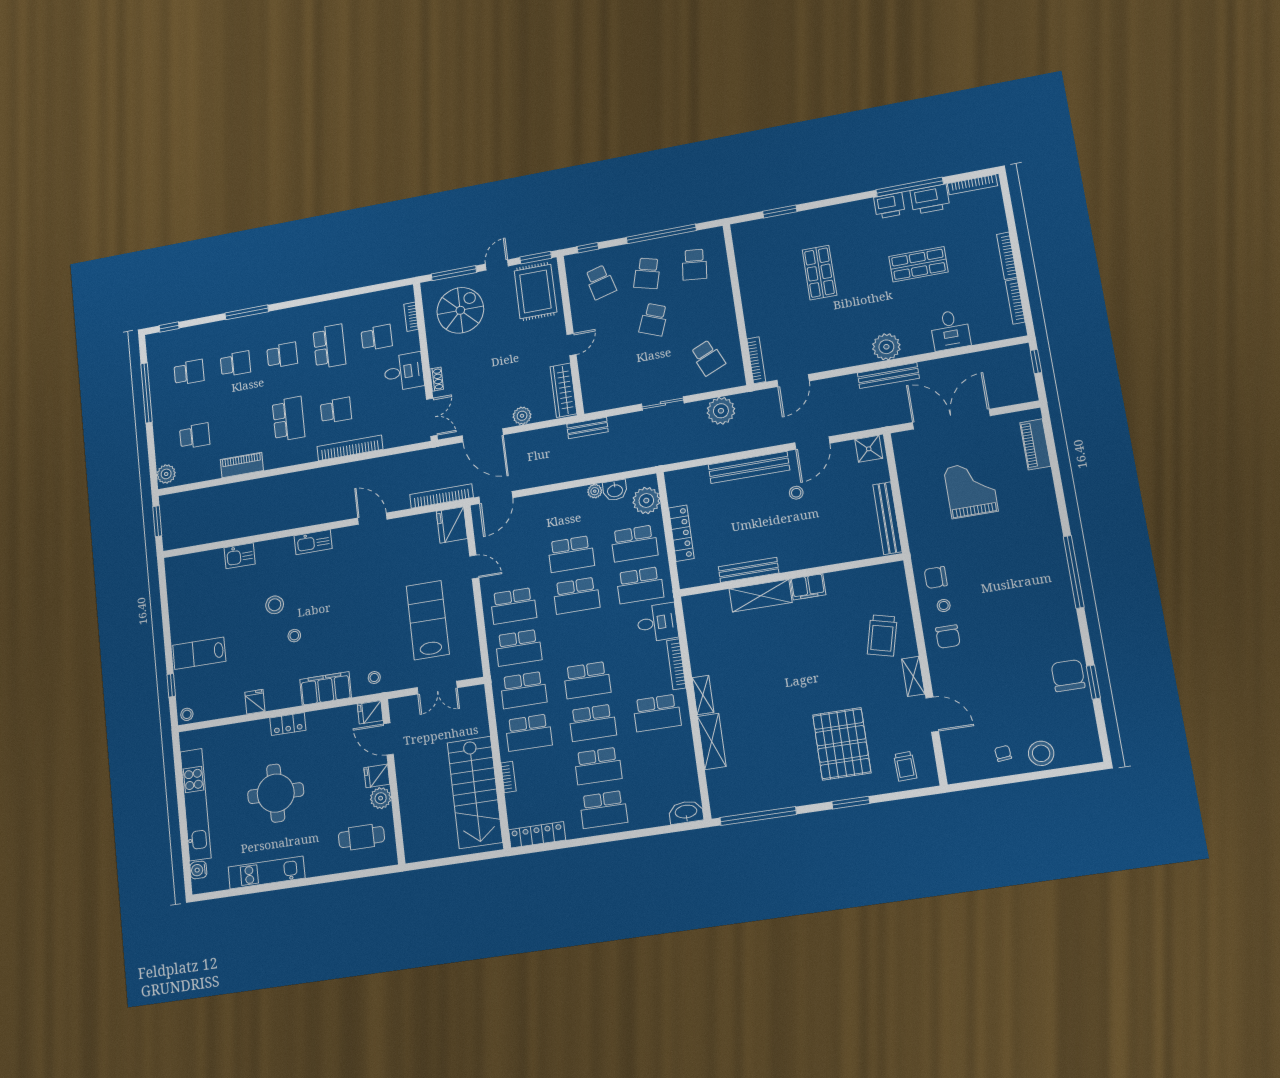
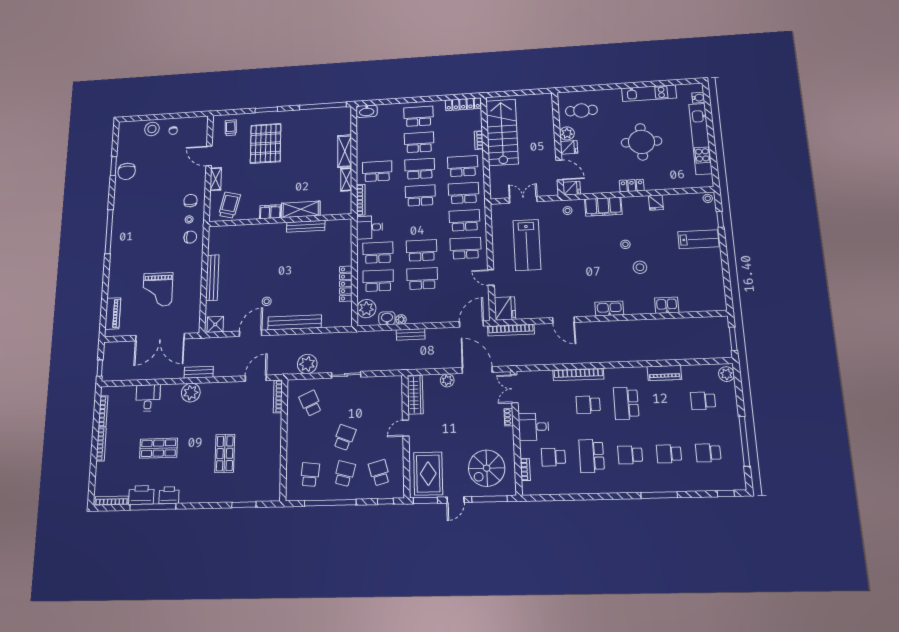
bench: (888, 376) -> (199, 372), width x0.73
bench: (587, 428) -> (411, 334), moved
bench: (749, 570) -> (306, 226), moved
wall: (791, 575) -> (280, 220), moved
filing cabinet: (808, 587) -> (270, 212), moved
shelving: (761, 596) -> (301, 209), moved

